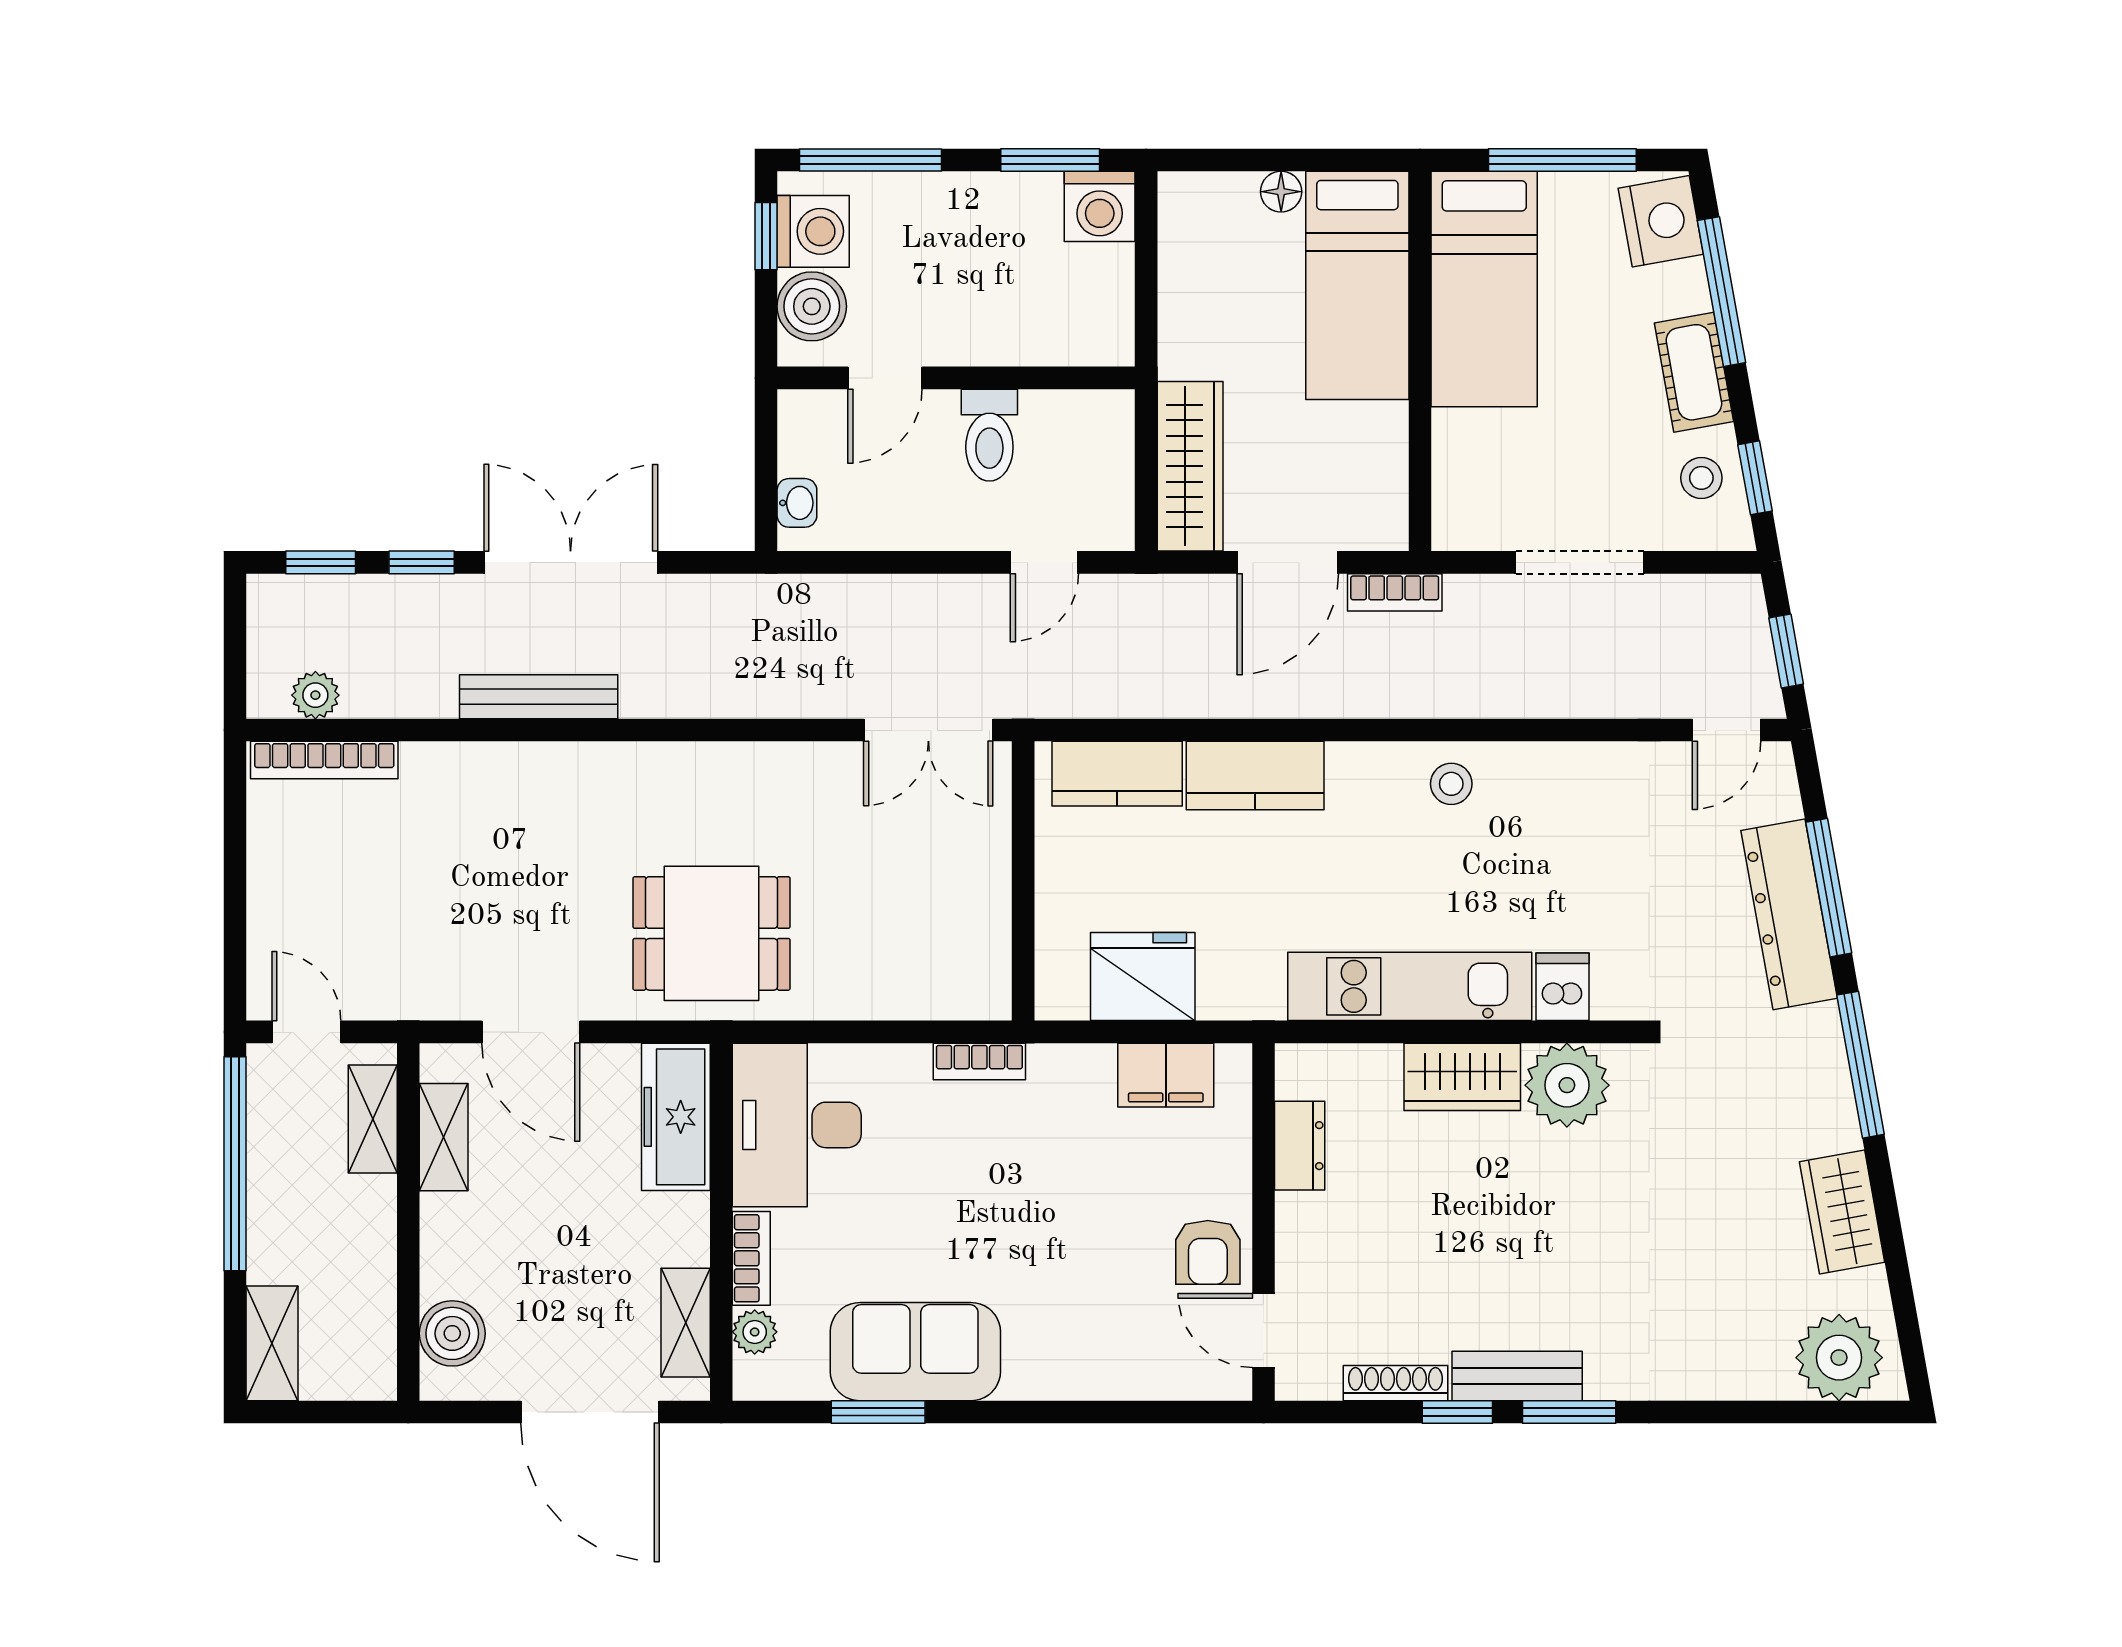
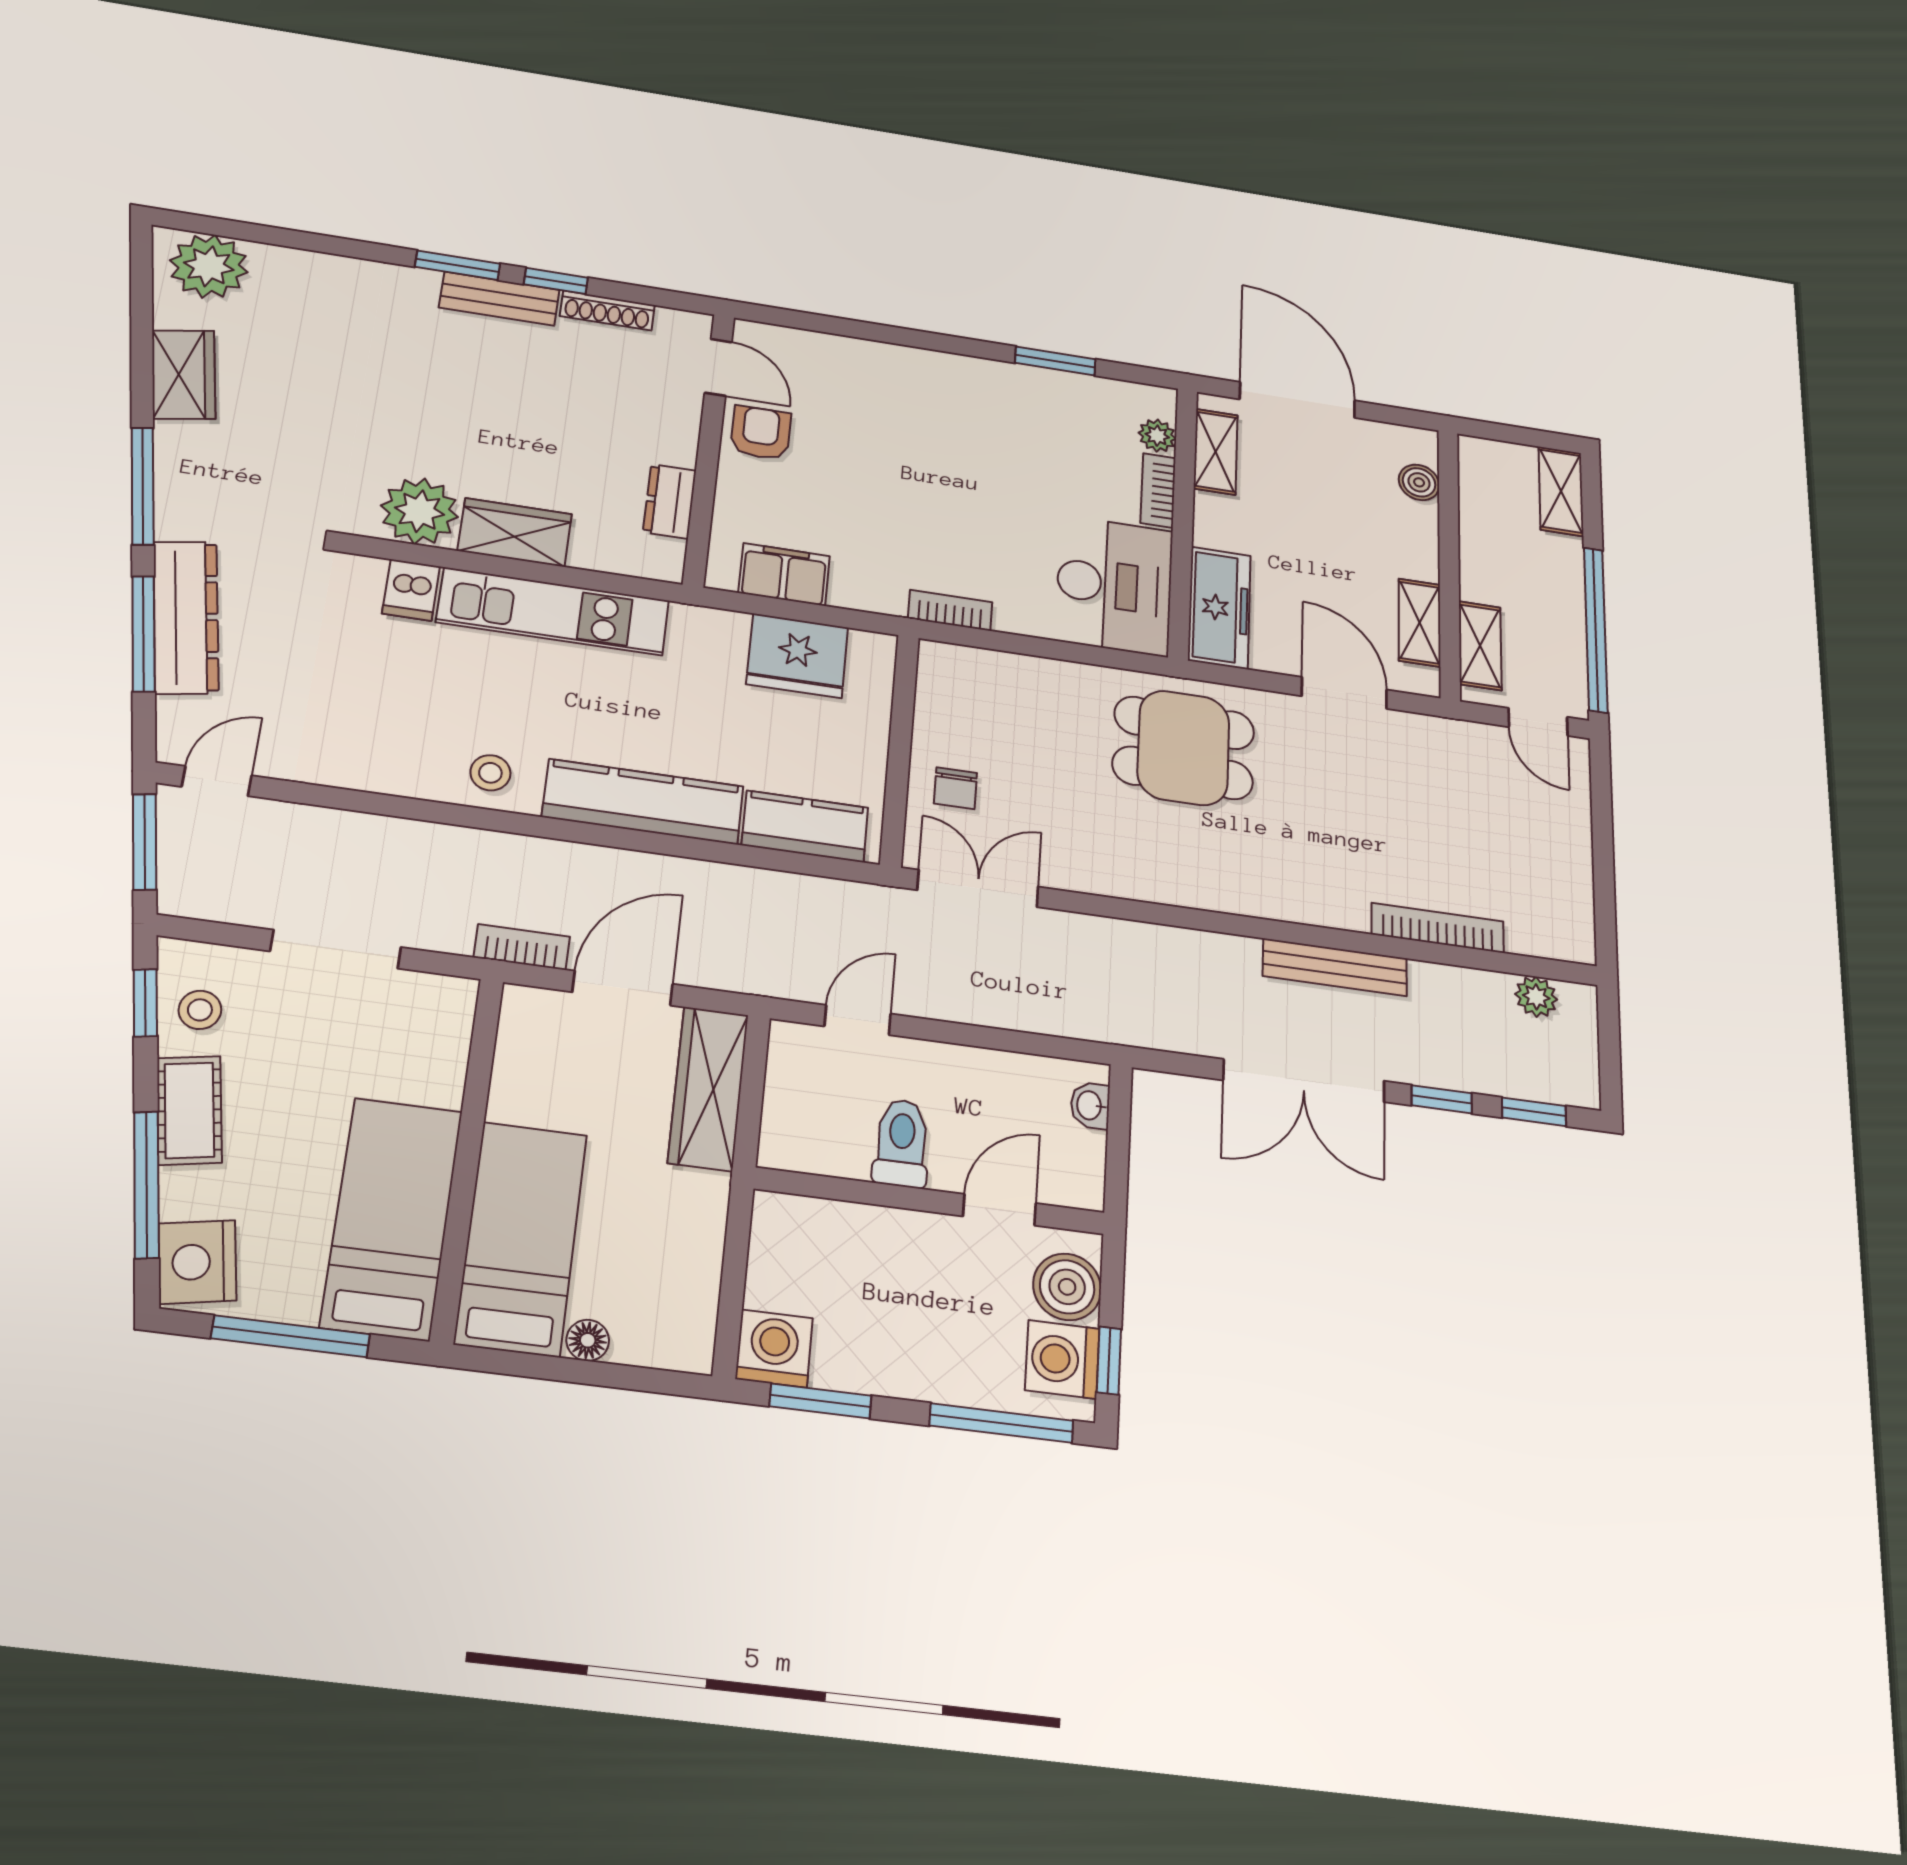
window: (1786, 651) -> (145, 842), width x1.50
bookcase: (324, 760) -> (1438, 928), moved
kitchen counter: (1255, 776) -> (643, 802), width x1.50
chair: (960, 844) -> (955, 788), added
boiler: (452, 1333) -> (1419, 482), width x0.73, depth x0.73
sofa: (915, 1352) -> (1021, 400), removed

